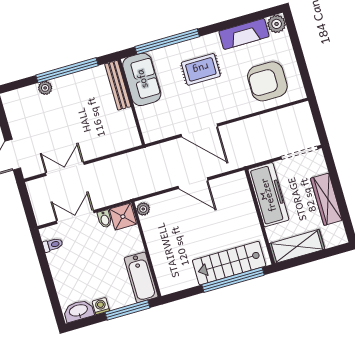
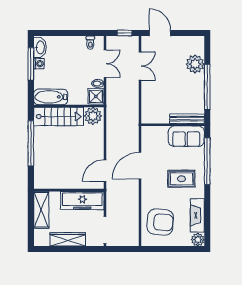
rug: (201, 69) -> (181, 179), turned 90
armchair: (267, 81) -> (160, 222), turned 95
plant: (45, 88) -> (195, 64), width x1.88, depth x1.88
door: (193, 183) -> (105, 171), moved
window: (26, 202) -> (125, 33), added
plant: (143, 209) -> (93, 116), width x1.88, depth x1.88
stairs: (229, 263) -> (59, 117), moved, turned 90
window: (233, 280) -> (31, 143), moved
window: (128, 310) -> (31, 64), moved

